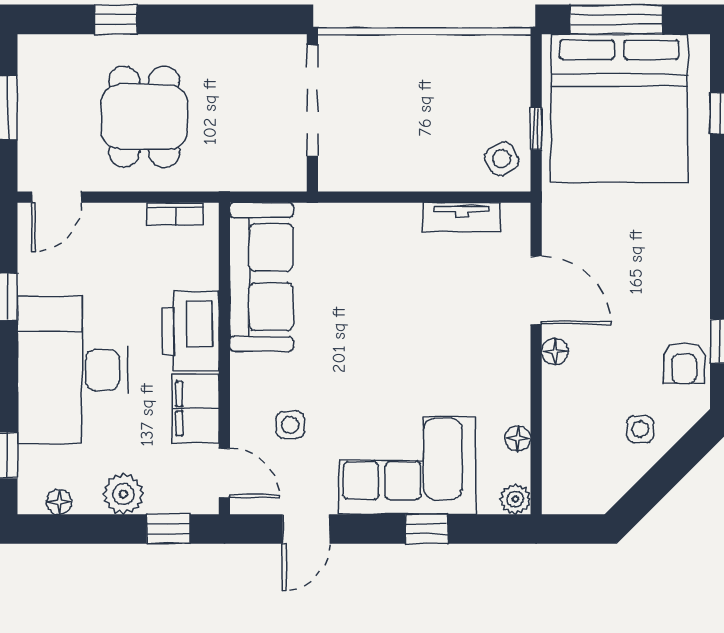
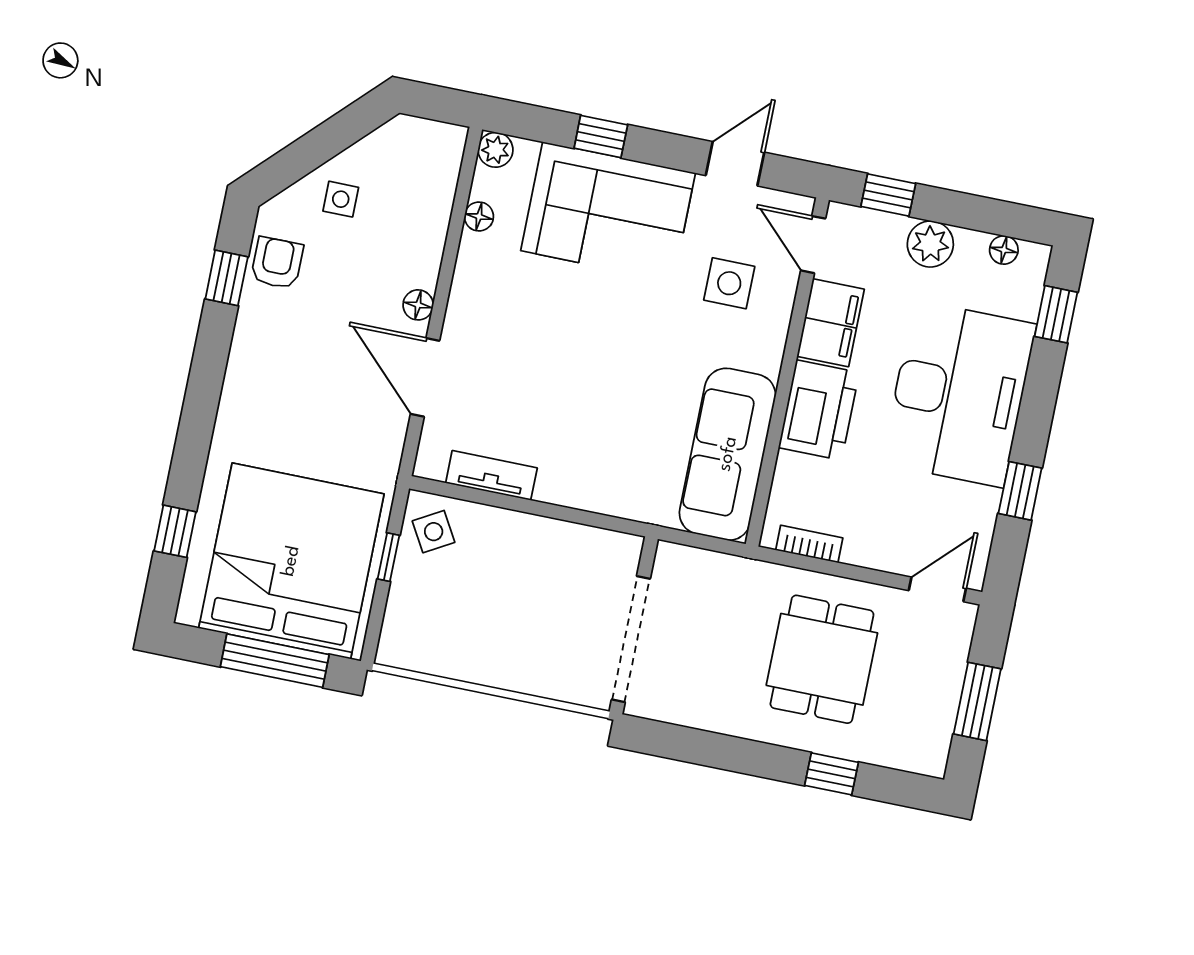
side table: (290, 425) -> (729, 283), width x1.37, depth x1.37

